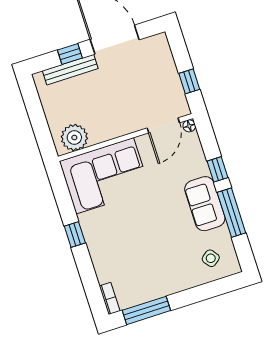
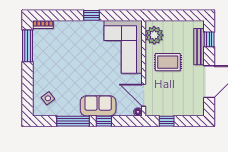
window: (70, 54) -> (209, 39), moved
rug: (106, 106) -> (168, 62), added
sofa: (205, 204) -> (98, 106), moved

